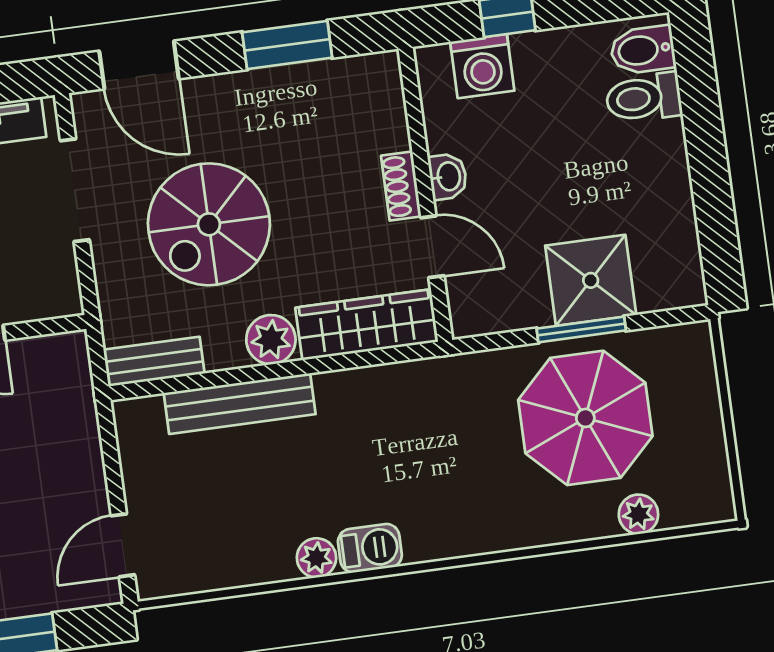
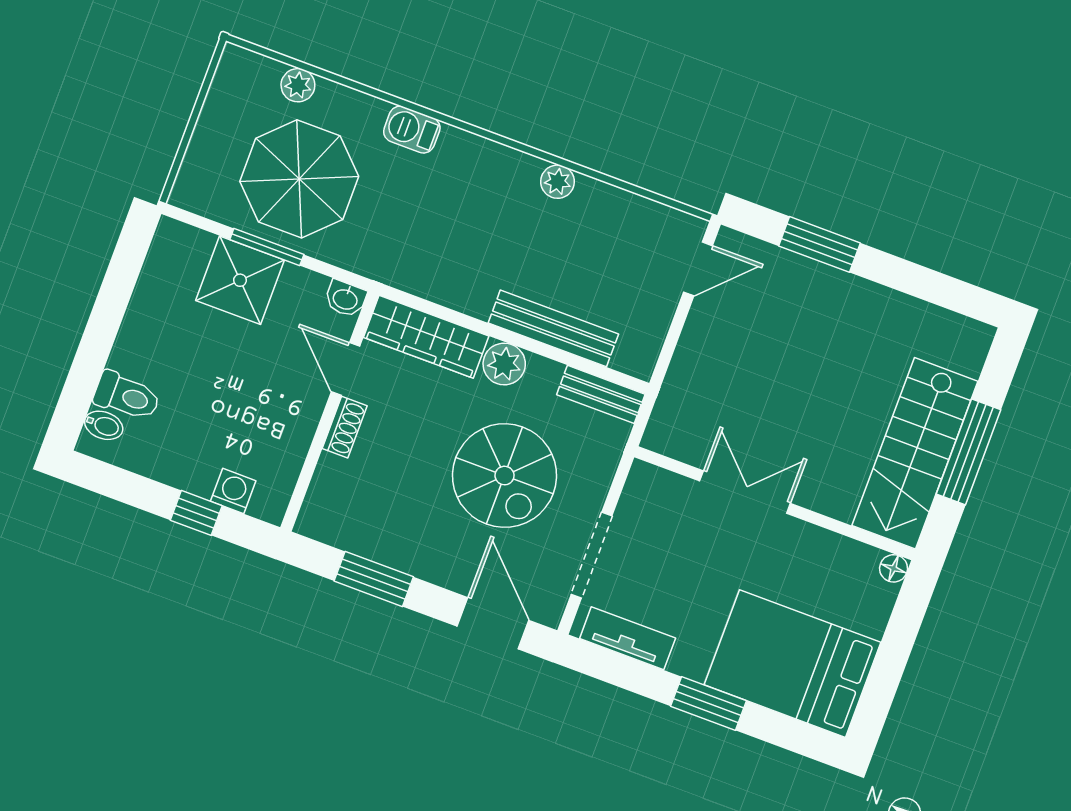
bidet: (643, 50) -> (104, 425), width x0.72, depth x0.74
washing machine: (482, 66) -> (233, 491), width x0.73, depth x0.73
washbasin: (448, 176) -> (345, 299), moved, turned -90
spiral stairs: (209, 224) -> (505, 476), turned 90
barbecue: (370, 548) -> (412, 130), moved

